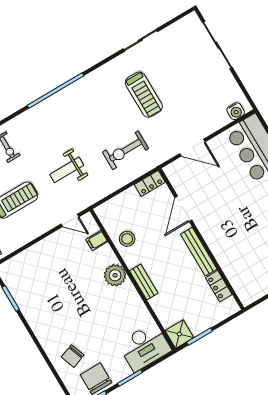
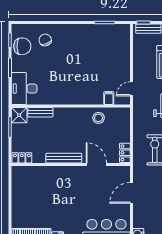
plant: (115, 275) -> (80, 97), removed
bench: (144, 282) -> (40, 112), moved
locker: (219, 286) -> (22, 158), moved

